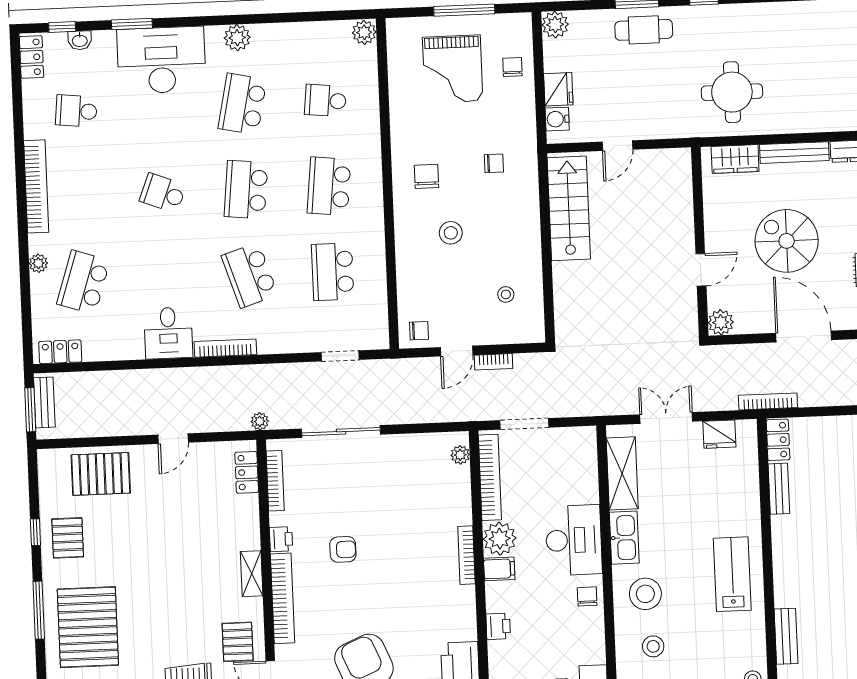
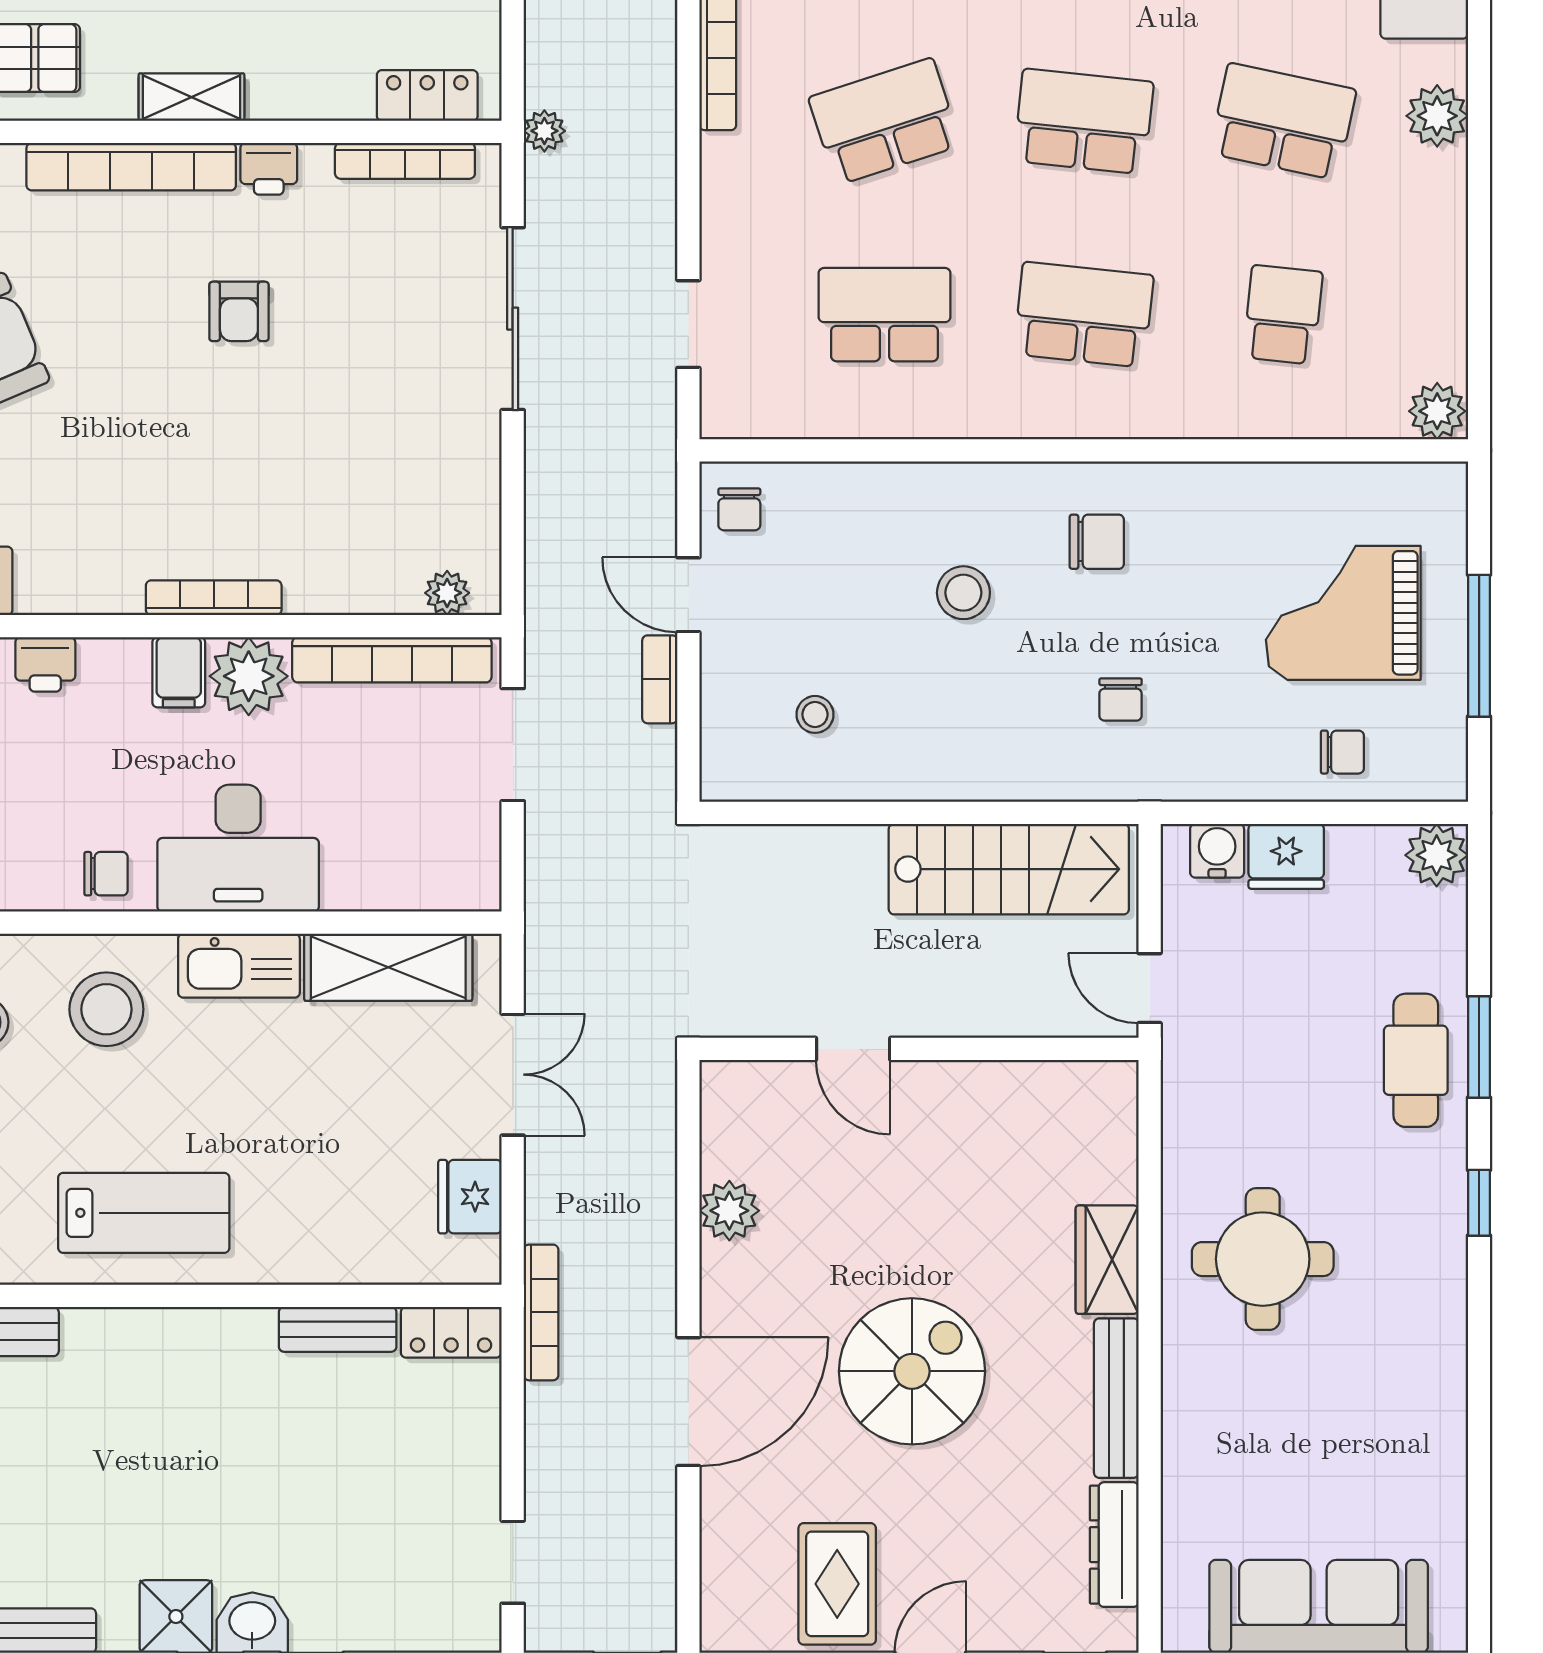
wall: (700, 242) -> (919, 1049), moved
door: (701, 270) -> (853, 1049), moved

